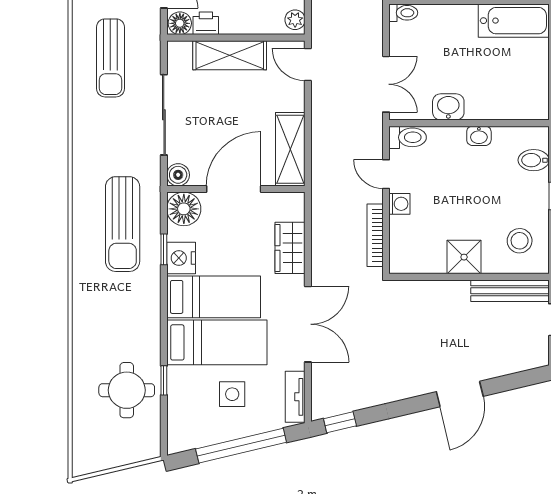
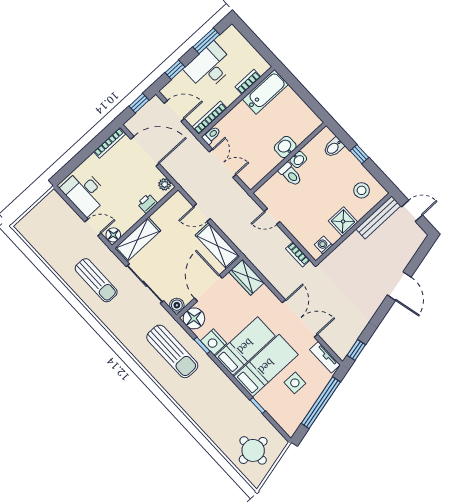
printer: (206, 23) -> (147, 203), moved
shelving: (230, 55) -> (138, 240), moved
door: (308, 65) -> (202, 213), moved
double door: (386, 84) -> (223, 163), moved
washbasin: (448, 107) -> (285, 147), moved
toilet: (408, 137) -> (290, 174), moved, turned 90
washing machine: (399, 204) -> (323, 245), moved, turned -90
bookcase: (375, 235) -> (298, 254), width x0.64
wardrobe: (290, 248) -> (246, 277), moved
round table: (127, 390) -> (253, 450), moved

